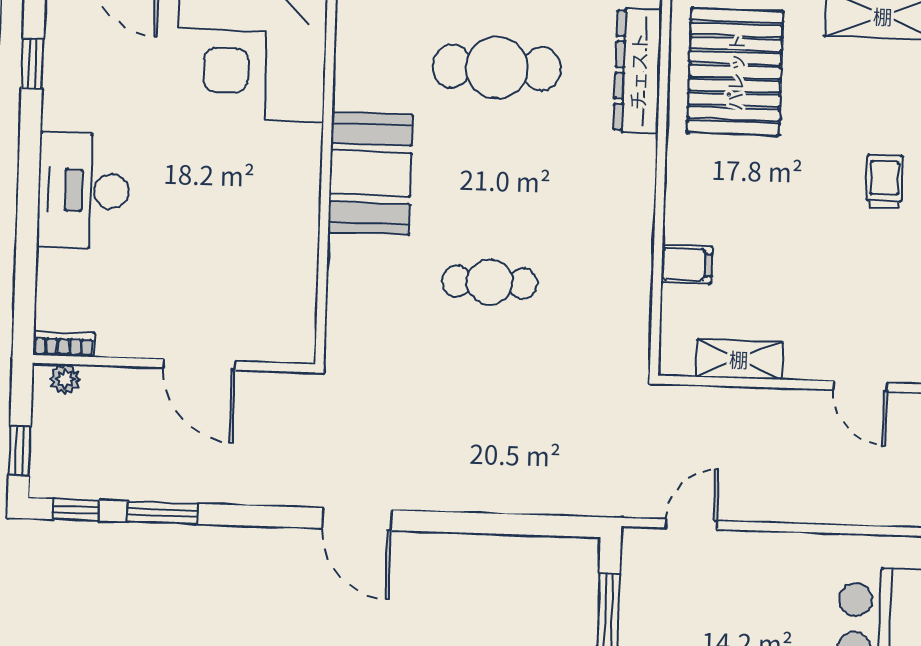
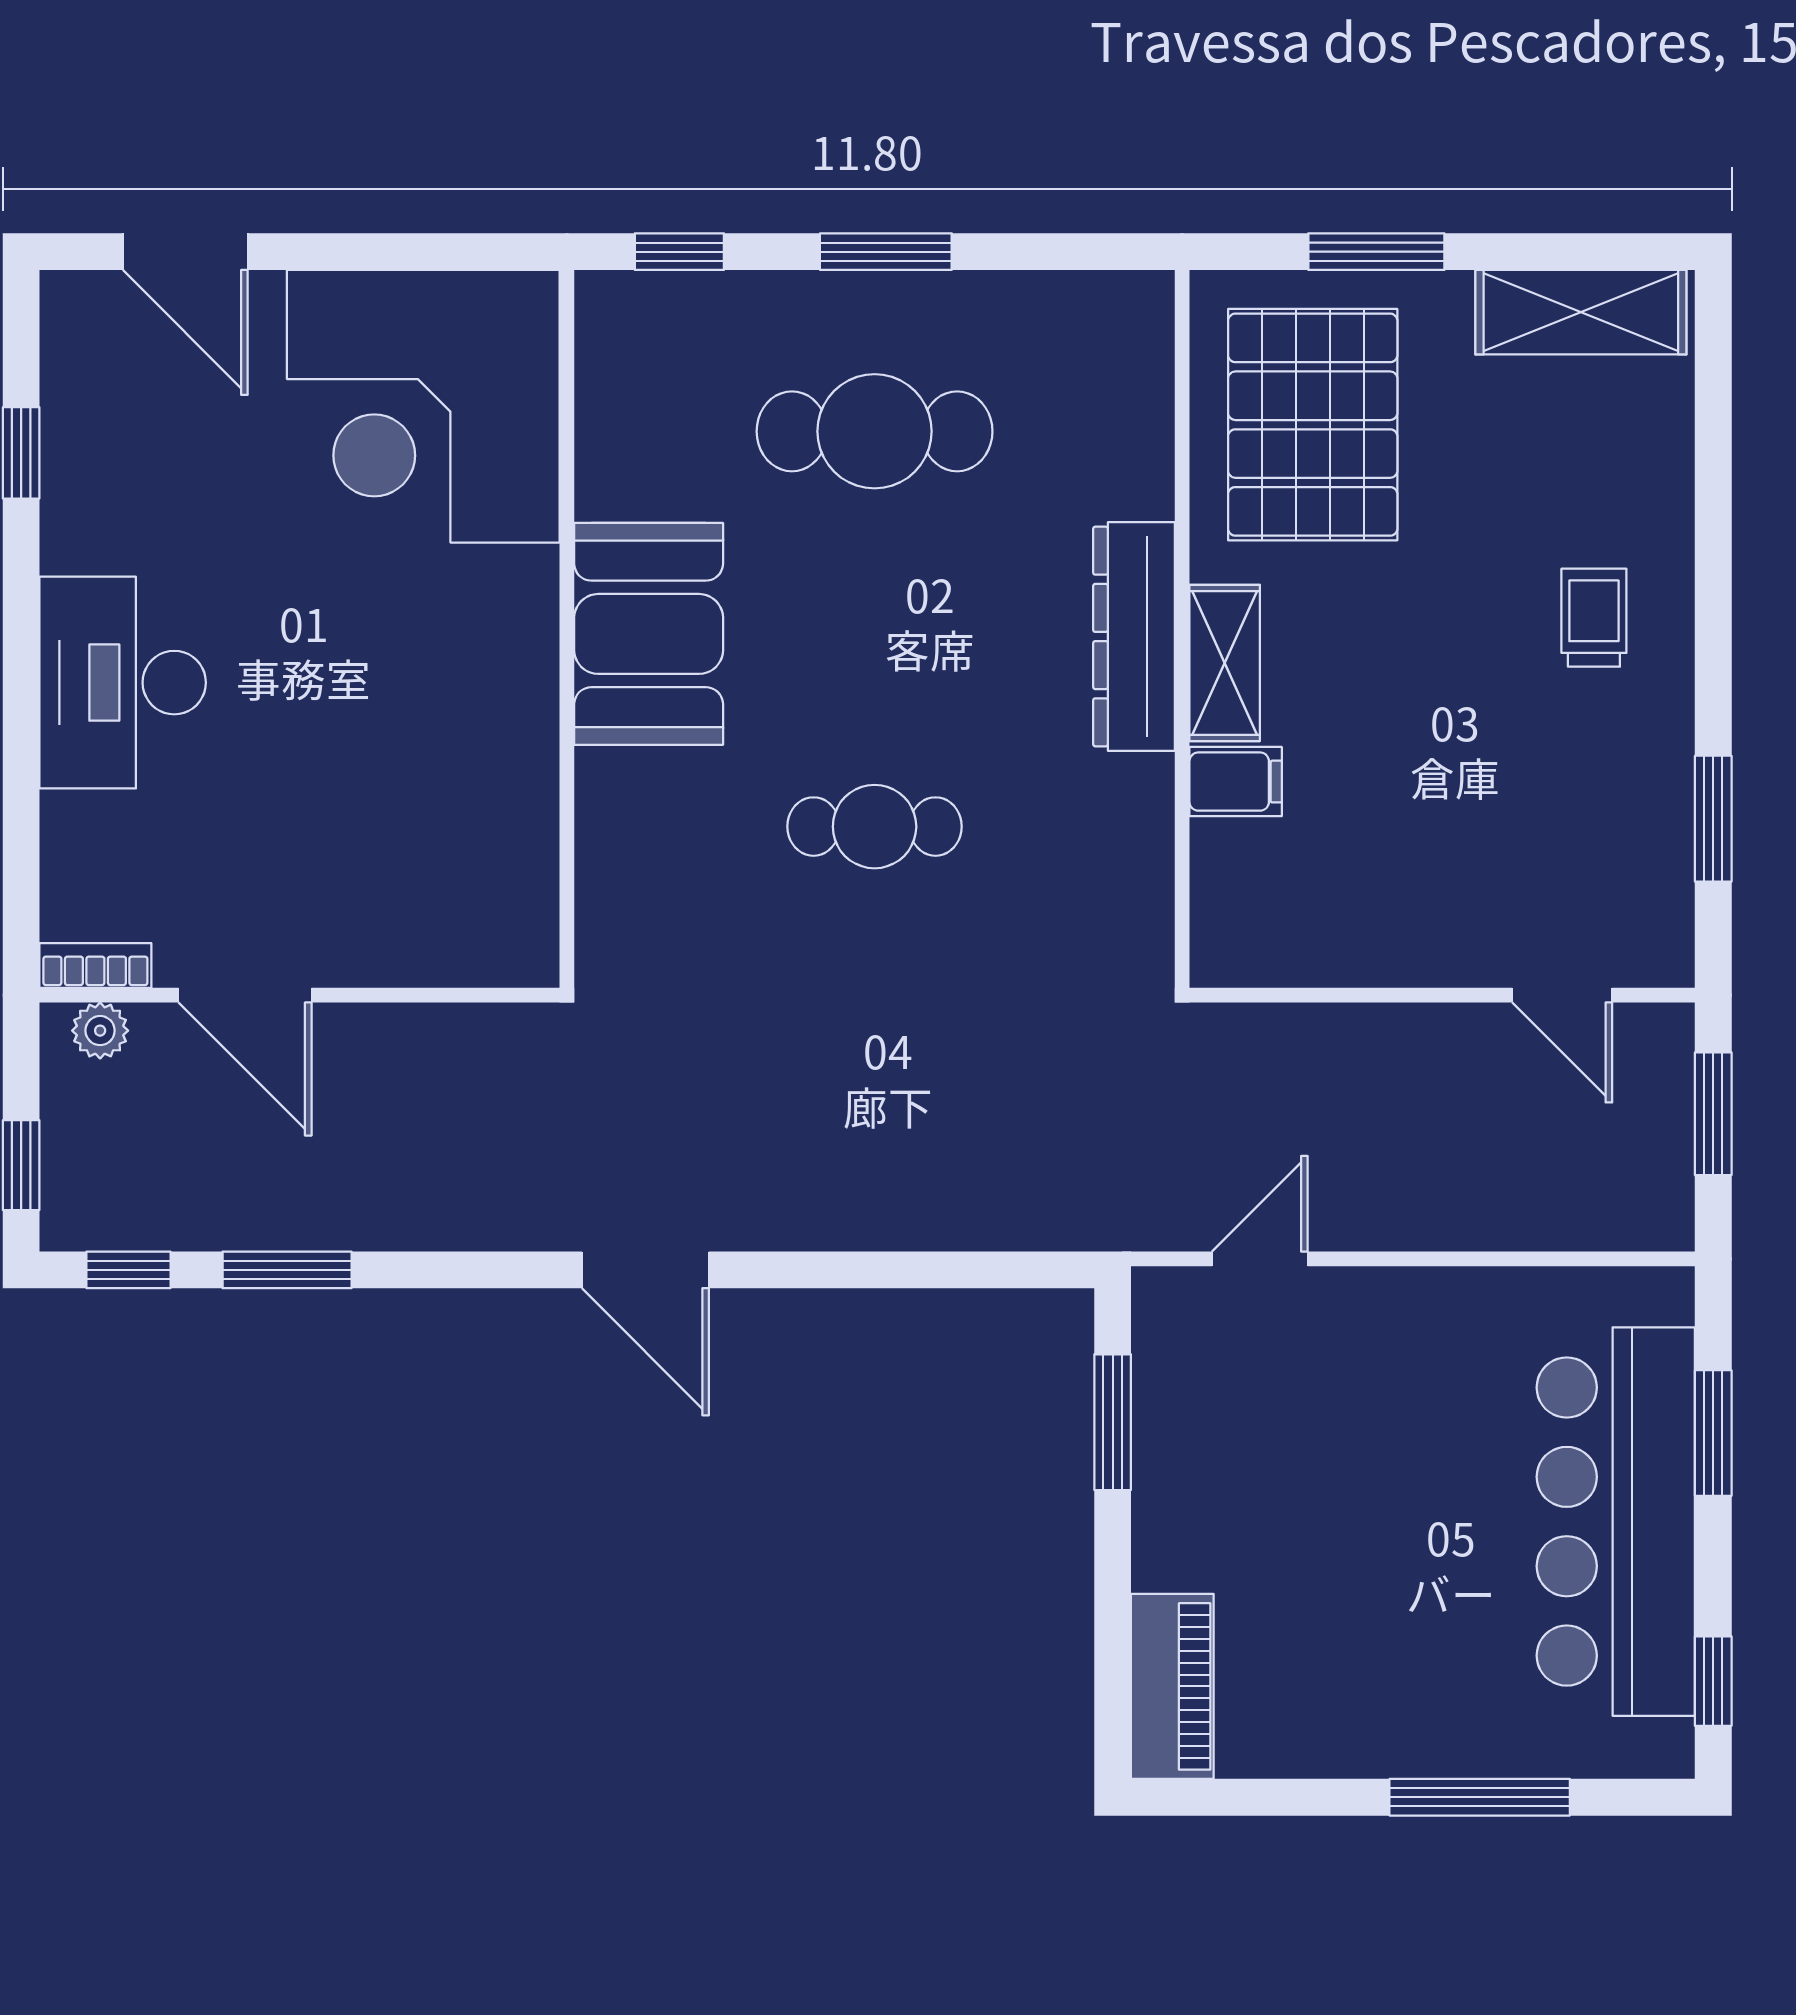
dresser: (638, 71) -> (1134, 637), moved
shelving: (739, 359) -> (1225, 663), moved, turned 90
door: (199, 364) -> (245, 995), moved

